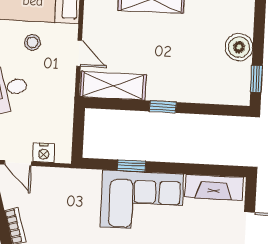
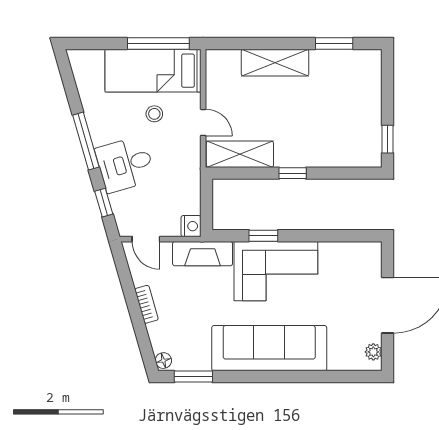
boiler: (239, 47) -> (368, 107), removed
nightstand: (44, 153) -> (191, 226), moved, turned -90
fireplace: (214, 187) -> (203, 254), moved

